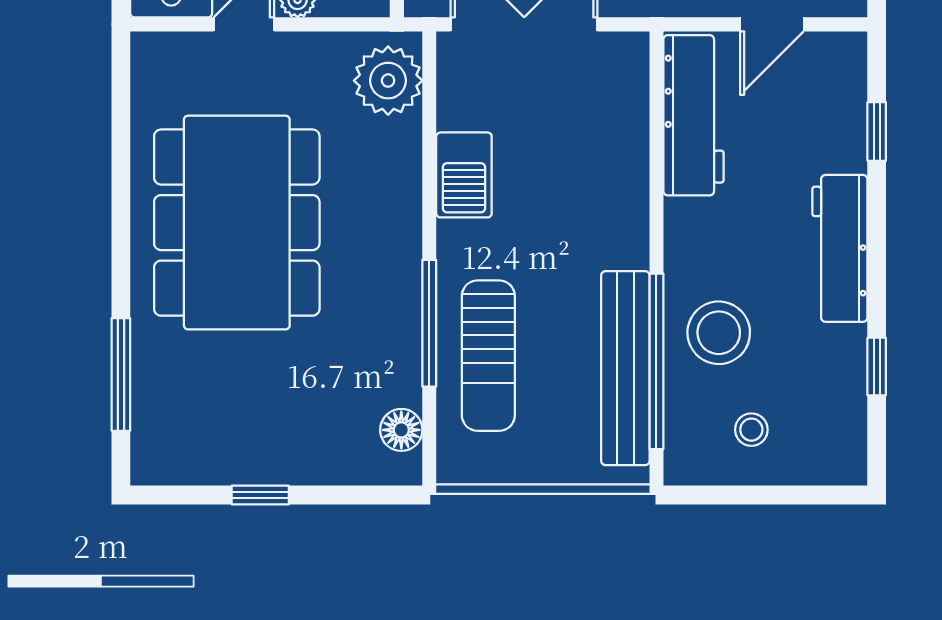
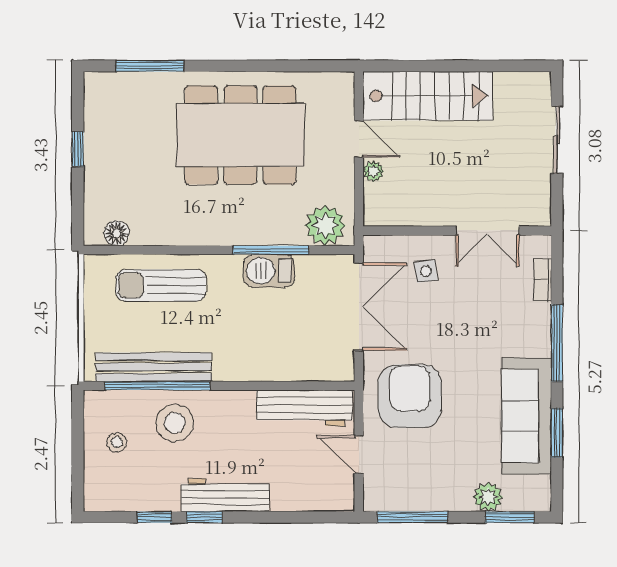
window: (877, 131) -> (204, 517), moved
window: (429, 323) -> (271, 250), moved

